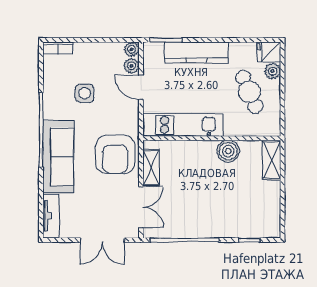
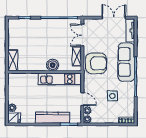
cafe table: (249, 92) -> (24, 97), removed
boiler: (228, 151) -> (53, 65), moved
armchair: (115, 154) -> (96, 63), turned 90
double door: (102, 240) -> (114, 18), moved

